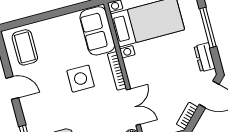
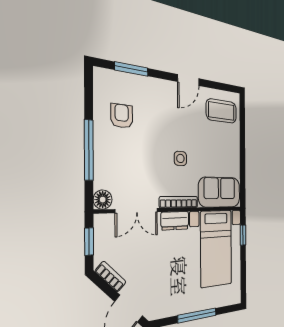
dresser: (205, 57) -> (175, 221), moved, turned 180
side table: (81, 79) -> (180, 158), width x0.54, depth x0.54

